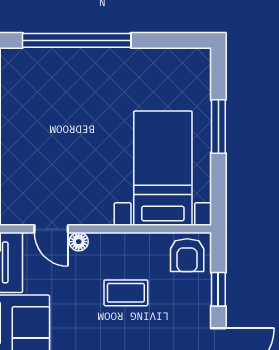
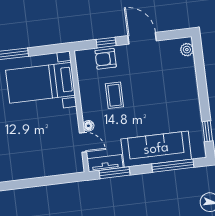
door: (51, 229) -> (83, 142), hinge flipped
armchair: (187, 255) -> (106, 59), moved, turned 180

